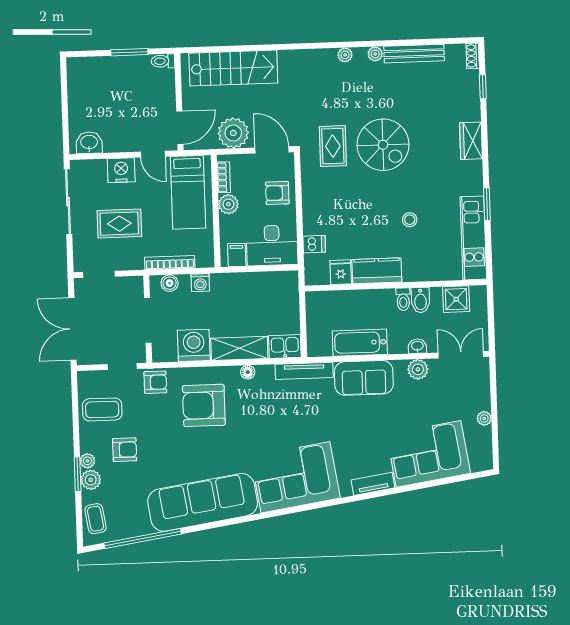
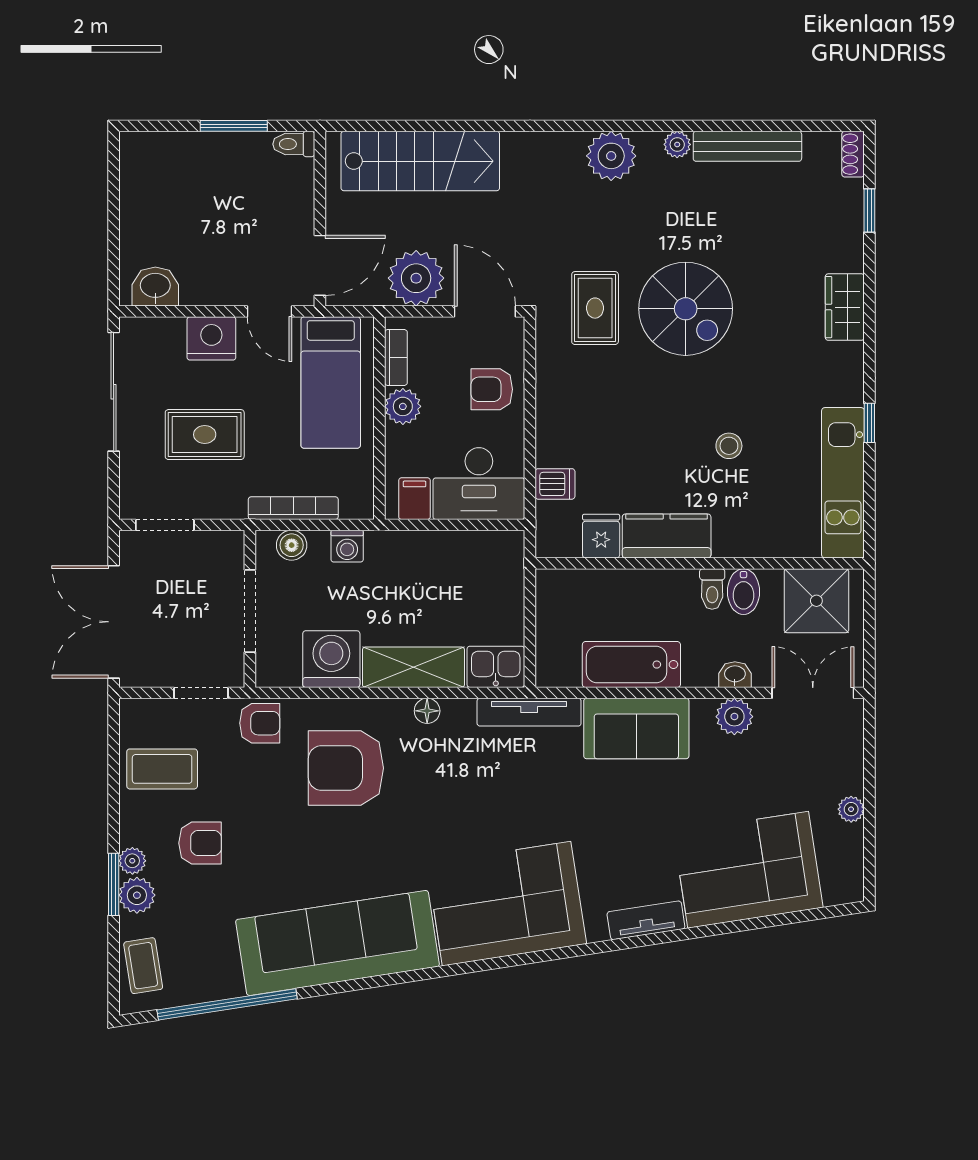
plant: (345, 55) -> (611, 156), width x1.87, depth x1.87
window: (487, 204) -> (869, 423), width x0.67
shower: (456, 299) -> (816, 601), width x1.36, depth x1.36

